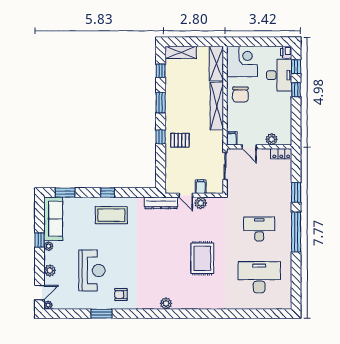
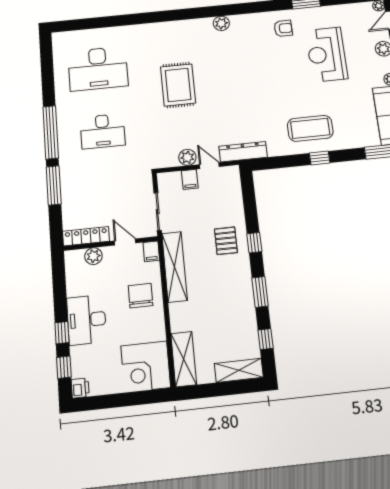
desk: (279, 75) -> (86, 320), moved
chair: (240, 94) -> (141, 296), moved
shelving: (217, 106) -> (175, 267), moved
pallet: (180, 140) -> (226, 241), turned 90
locker: (281, 154) -> (86, 236), width x1.53
window: (296, 192) -> (54, 185), width x1.44

